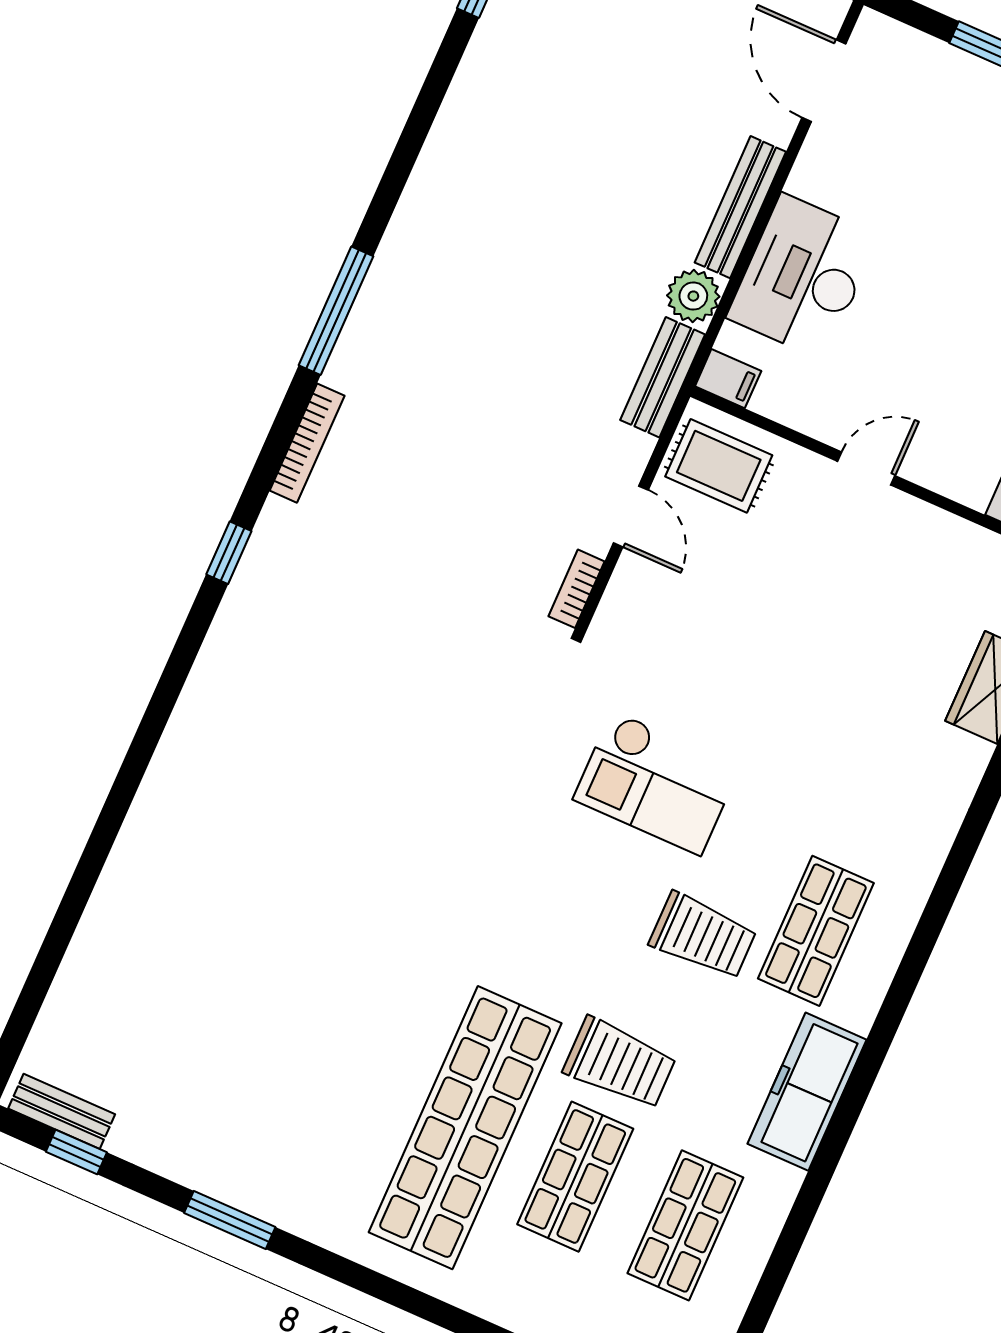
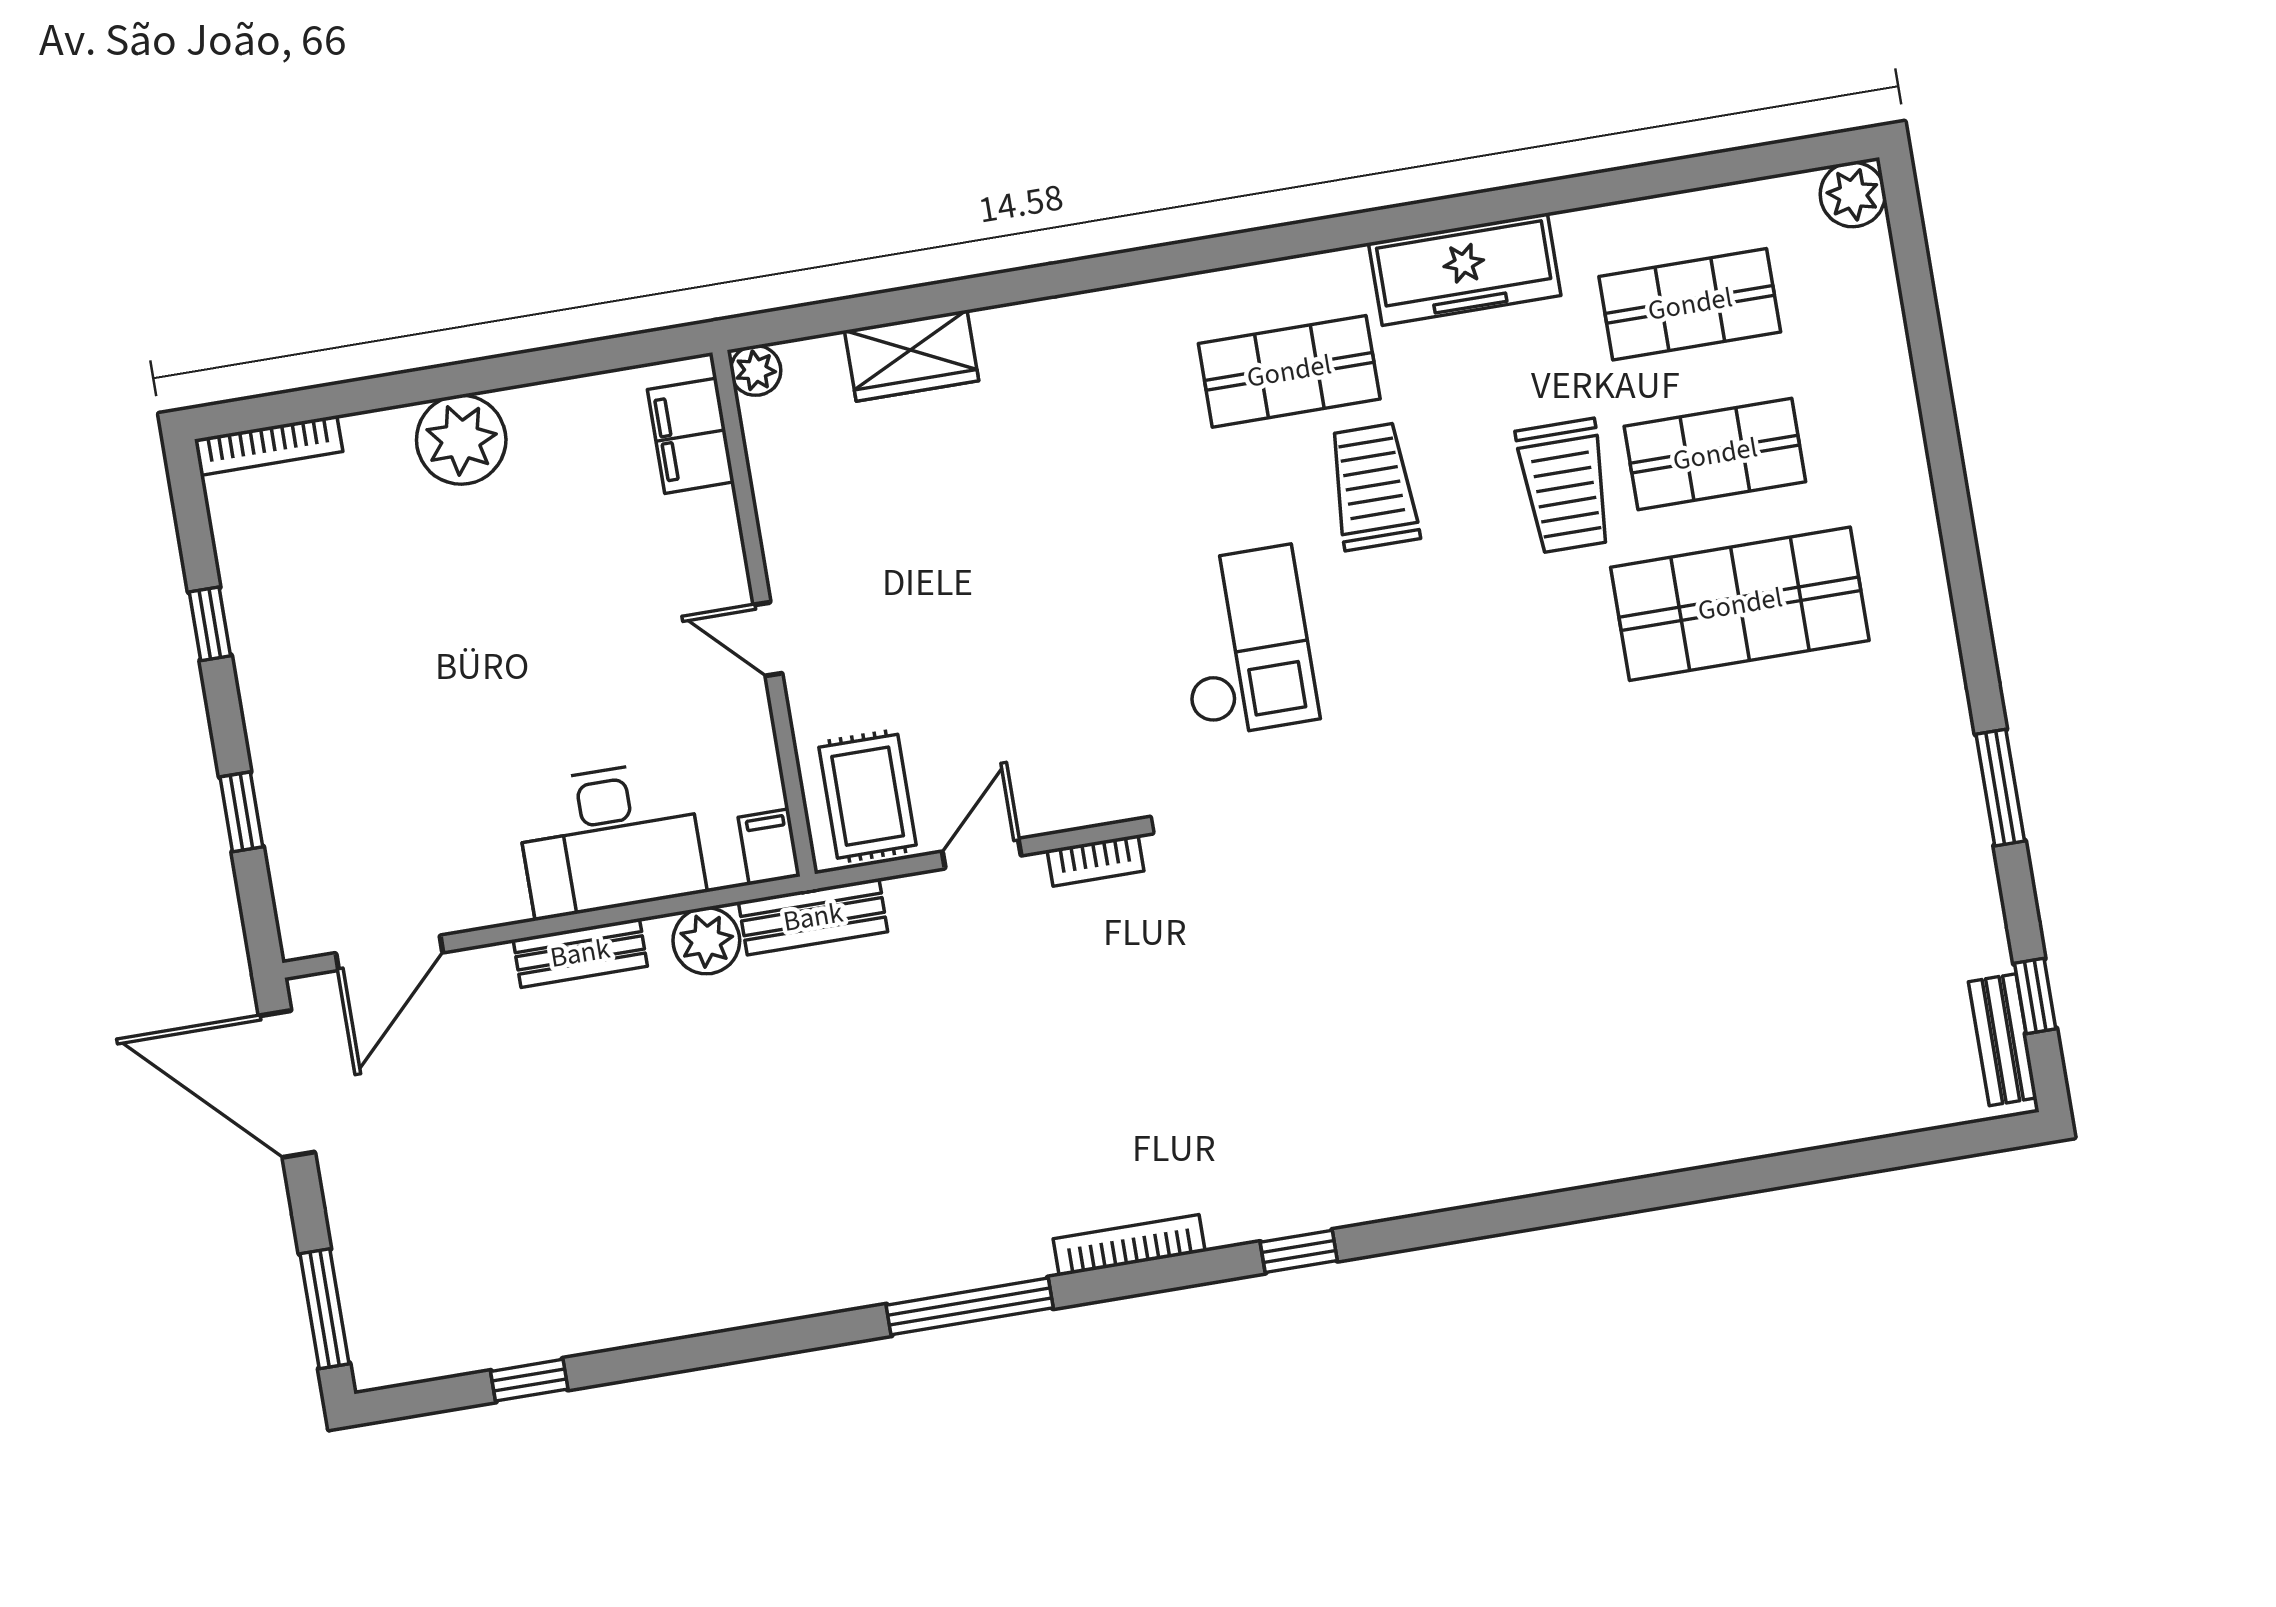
bench: (740, 207) -> (580, 953), width x0.73
trolley: (620, 1063) -> (1565, 486), turned 180
shop shelf: (465, 1128) -> (1740, 604), width x0.71

